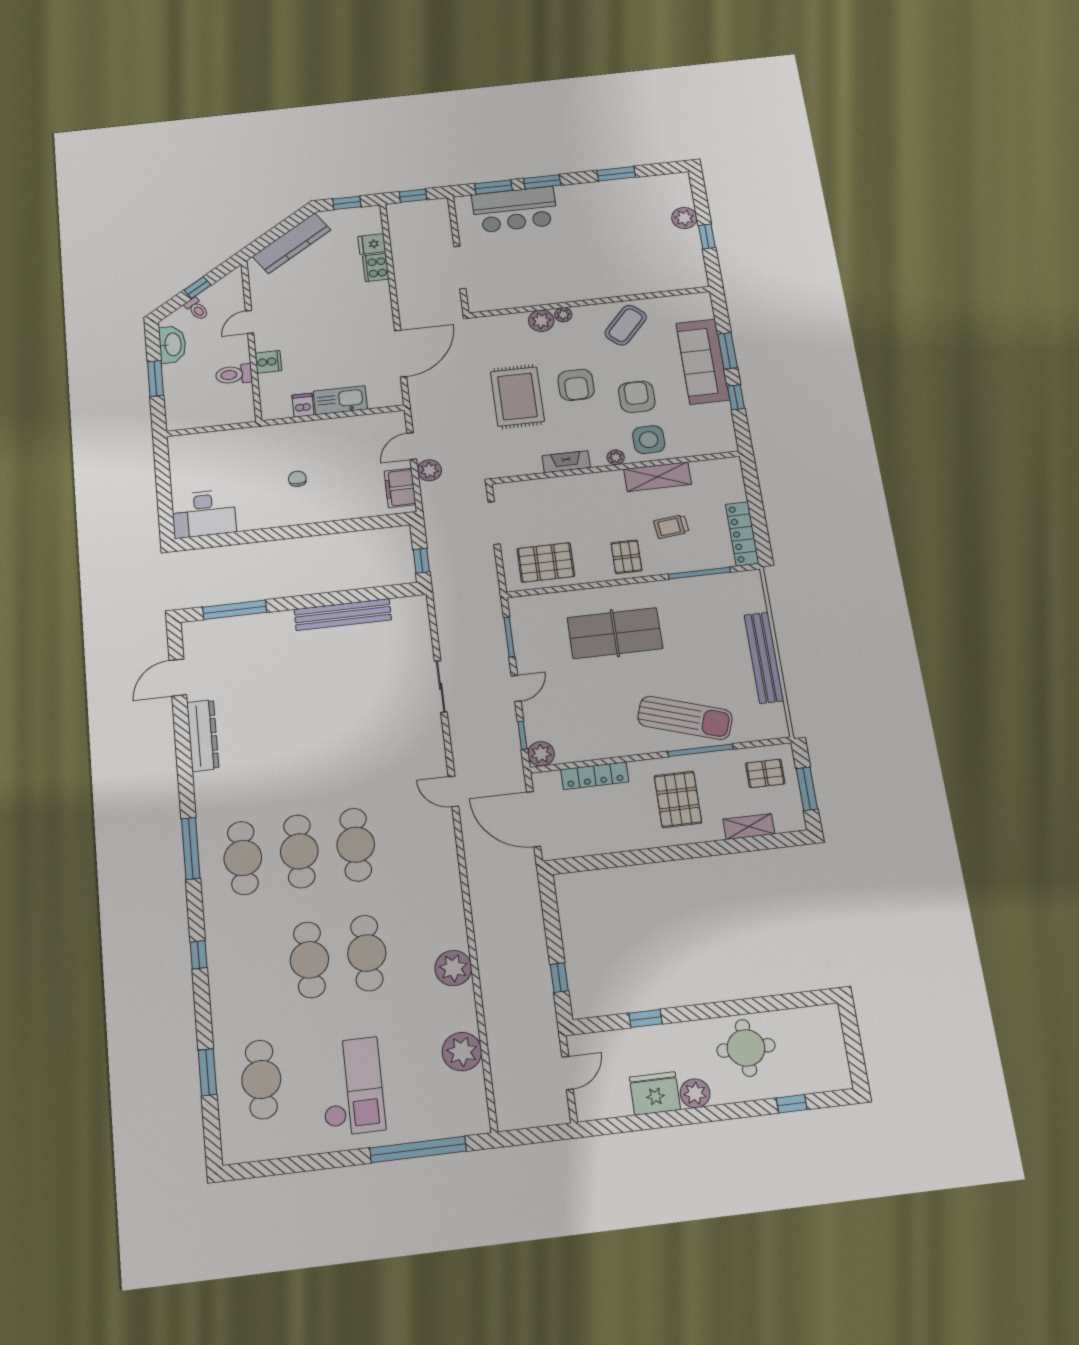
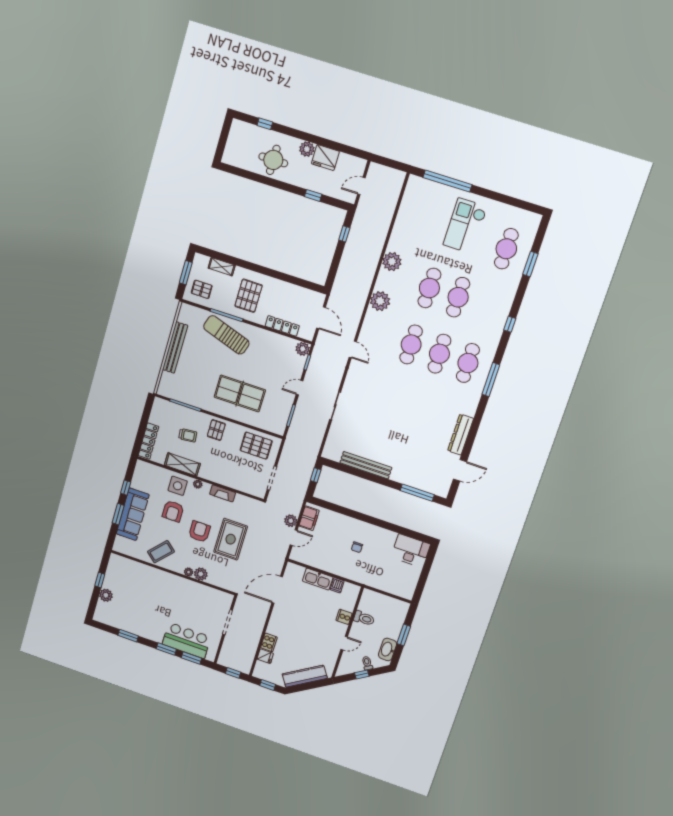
locker: (742, 534) -> (149, 441), moved
door: (534, 819) -> (321, 318), width x0.73
plant: (462, 1052) -> (380, 301), moved

